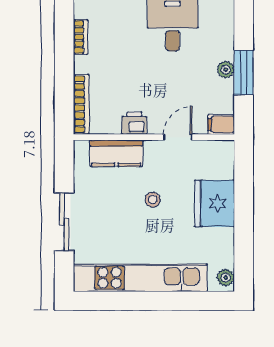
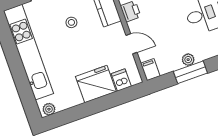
dishwasher: (221, 168) -> (121, 80), added
stool: (153, 200) -> (71, 22), moved

